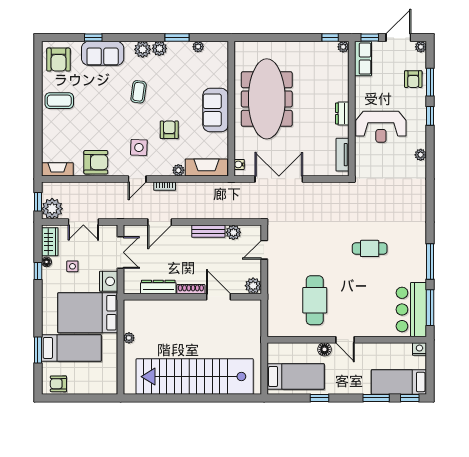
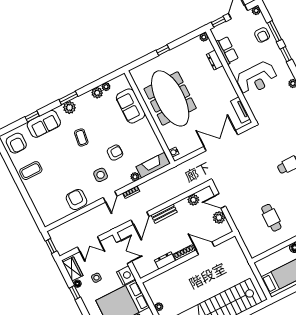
window: (177, 38) -> (68, 98), moved
window: (330, 38) -> (163, 50), moved
plant: (159, 48) -> (97, 93), moved
row of seats: (363, 59) -> (227, 50), moved
sofa: (216, 110) -> (131, 106), moved
dresser: (342, 114) -> (215, 60), moved
armchair: (169, 130) -> (115, 153), turned 90
armchair: (96, 162) -> (77, 200), turned -90
fireplace: (57, 169) -> (53, 218), removed
double door: (279, 179) -> (221, 141), moved
plant: (52, 209) -> (63, 246), removed
bench: (208, 231) -> (164, 214), moved
door: (264, 250) -> (220, 201), hinge flipped
plant: (253, 286) -> (219, 218), moved
dresser: (158, 287) -> (165, 260), width x0.70
cafe table: (315, 300) -> (271, 218), width x0.73, depth x0.74

